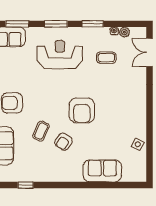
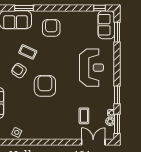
window: (56, 24) -> (117, 124), moved
coffee table: (106, 58) -> (84, 116), moved
armchair: (82, 110) -> (45, 86), turned 90

